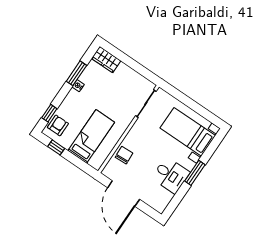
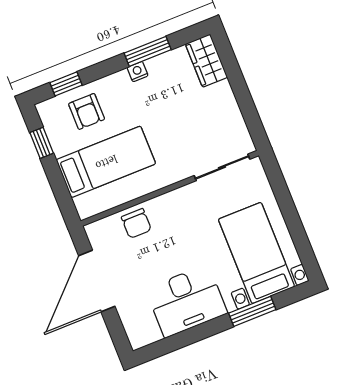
armchair: (58, 125) -> (87, 111), moved, turned 90
chair: (124, 155) -> (136, 223), turned 93
window: (195, 173) -> (252, 311), moved
desk: (171, 175) -> (186, 301), width x1.37

